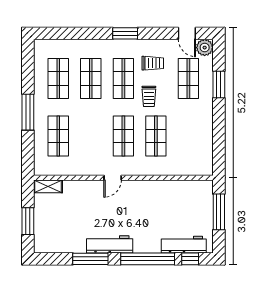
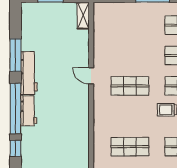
shop shelf: (58, 136) -> (130, 25), removed
shop shelf: (156, 136) -> (130, 147), moved
workbench: (184, 245) -> (29, 111), moved, width x0.73

